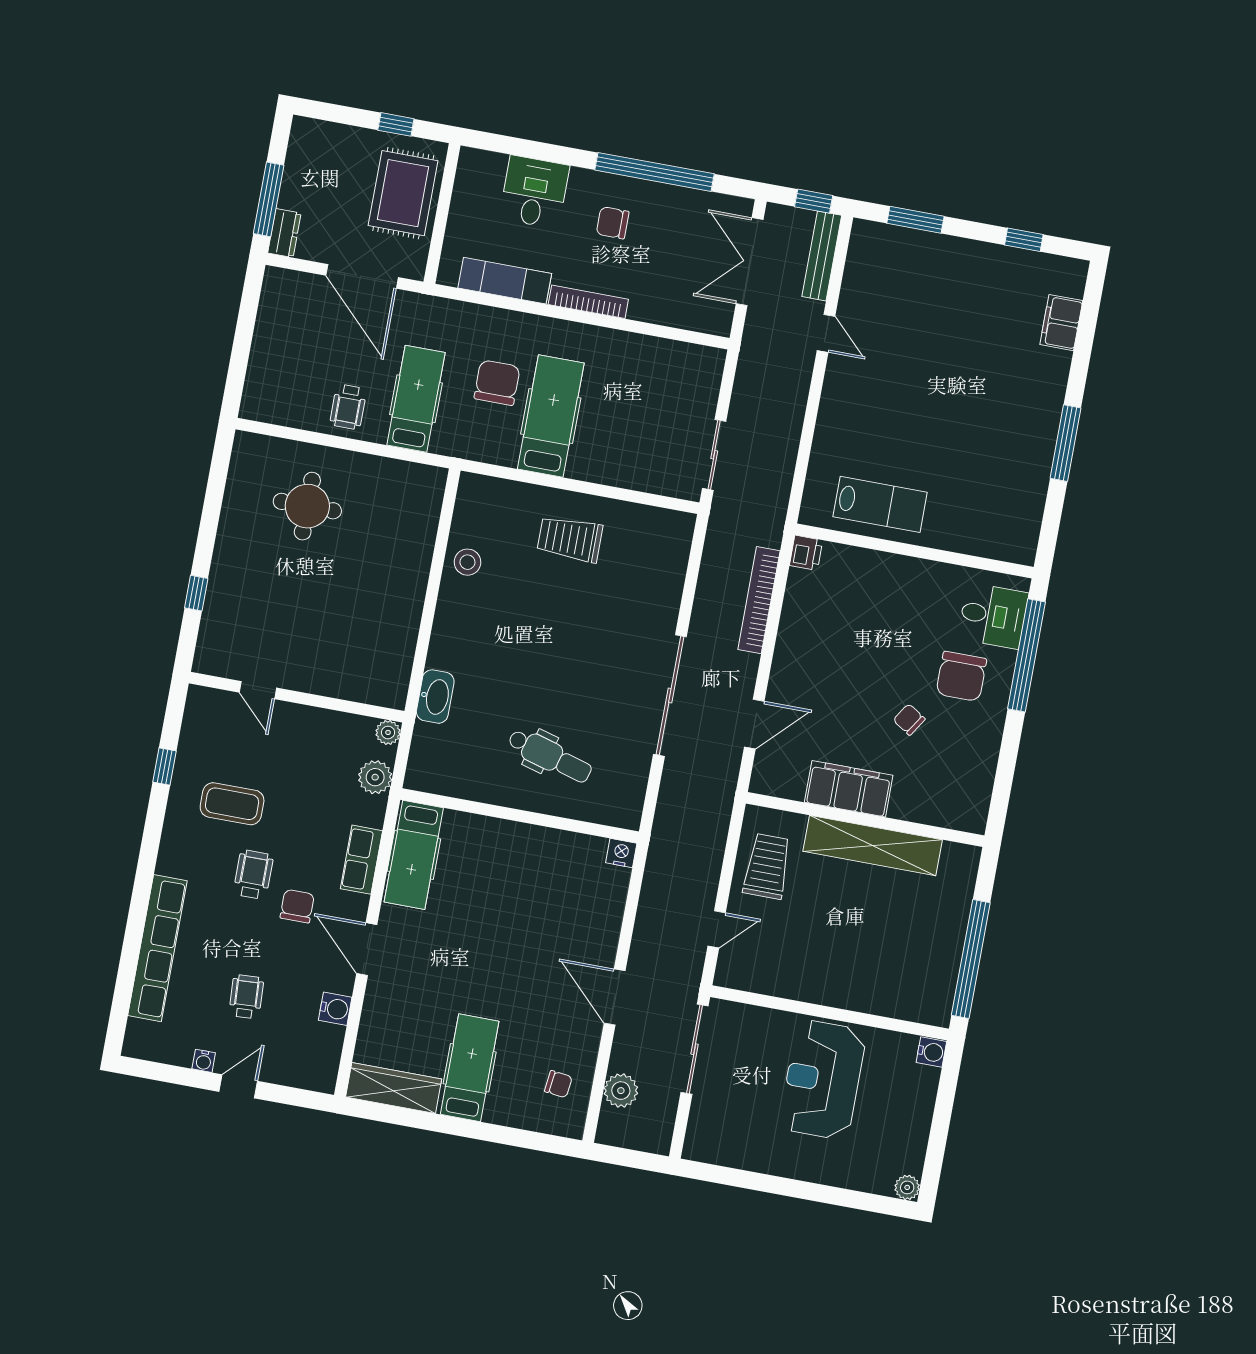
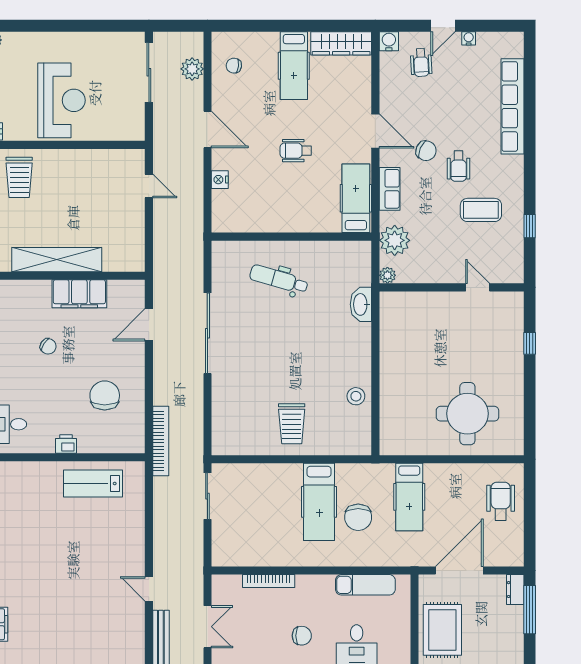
double door: (750, 262) -> (207, 627), width x0.73
door: (362, 276) -> (459, 570), hinge flipped
bookcase: (588, 302) -> (269, 581), moved
wheelchair: (348, 407) -> (501, 501), moved, width x1.36, depth x1.37
round table: (307, 506) -> (467, 414), width x1.36, depth x1.36
trolley: (570, 539) -> (292, 424), turned 90
printer: (806, 553) -> (66, 444), moved, turned 90
bookcase: (759, 600) -> (161, 441), moved
chair: (961, 676) -> (105, 395), moved
plant: (375, 777) -> (395, 240), width x1.36, depth x1.36
nightstand: (621, 853) -> (220, 180), moved, turned 90
trolley: (767, 866) -> (19, 177), moved
chair: (297, 906) -> (426, 151), turned -67
door: (717, 929) -> (149, 186), swing flipped
wheelchair: (490, 942) -> (296, 151), added
wheelchair: (246, 997) -> (421, 62), moved
water cooler: (335, 1009) -> (389, 41), moved, turned 90
sliding door: (695, 1049) -> (149, 72), moved

